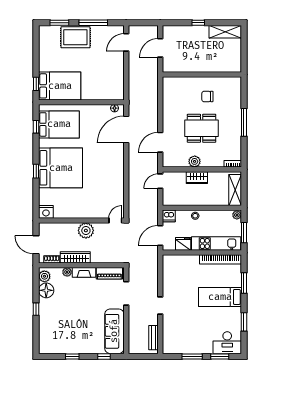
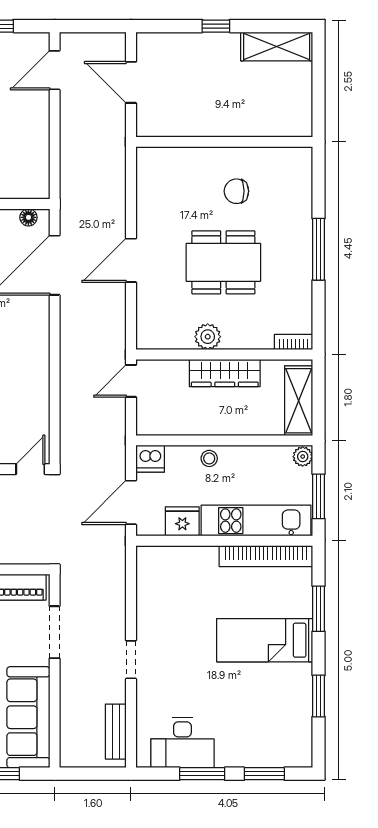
door: (160, 48) -> (131, 82), hinge flipped
door: (160, 142) -> (131, 260), moved
wardrobe: (197, 178) -> (225, 373), width x1.50
desk: (227, 343) -> (182, 743), moved

